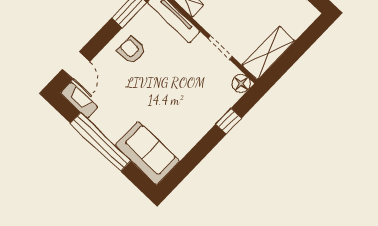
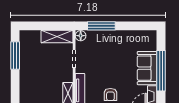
window: (229, 121) -> (101, 26), width x2.17
sofa: (147, 153) -> (147, 68), moved

